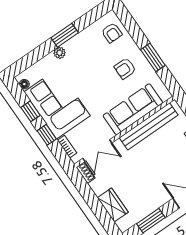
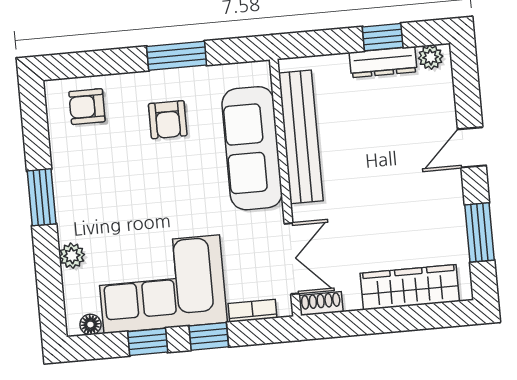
armchair: (112, 33) -> (87, 107), turned 180
plant: (60, 53) -> (72, 256), moved
wardrobe: (113, 205) -> (410, 287), width x1.50

